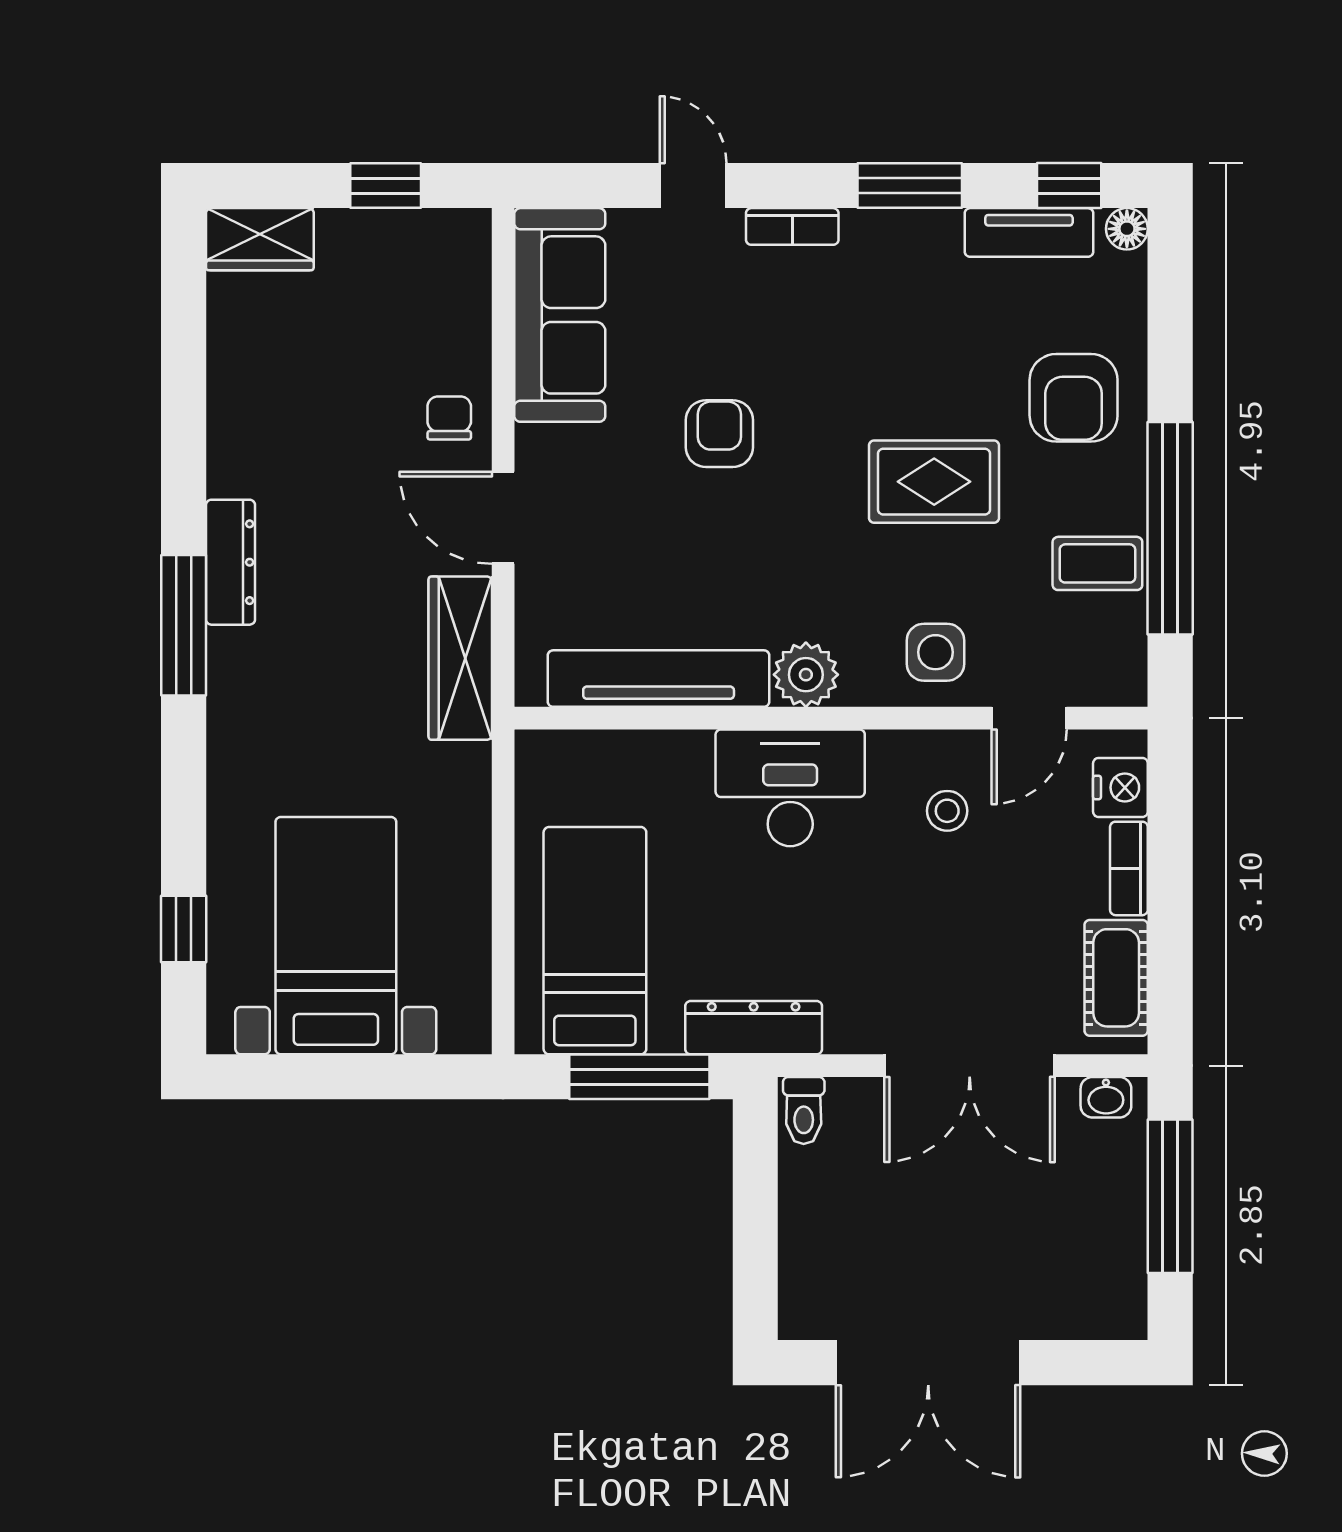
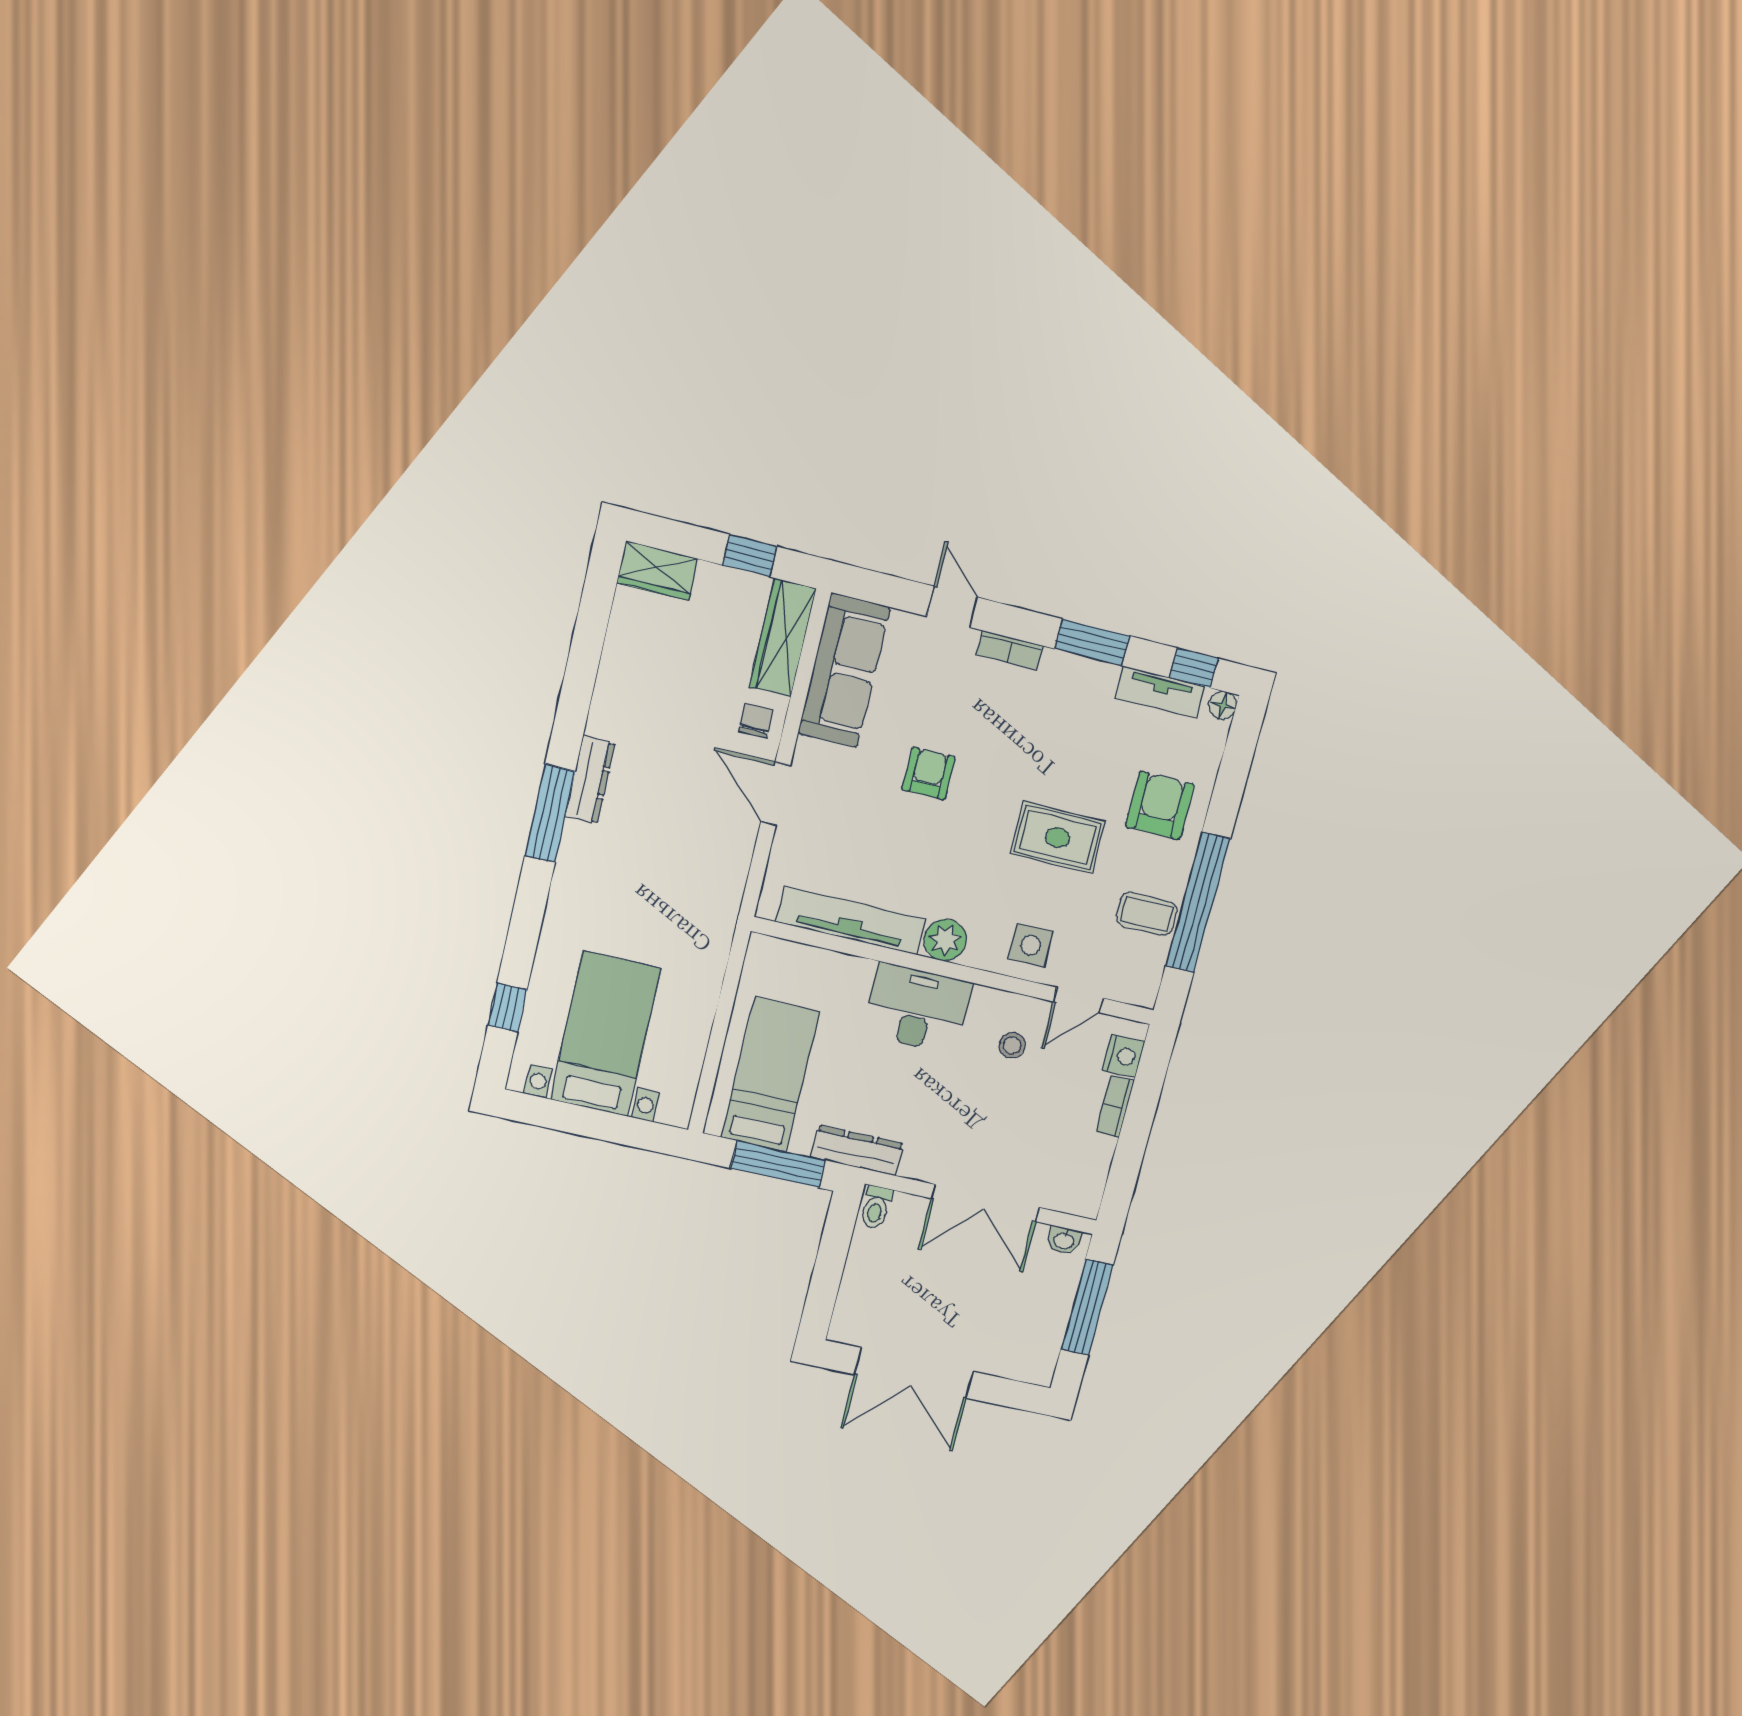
armchair: (1074, 398) -> (1160, 806), turned 180
wardrobe: (460, 658) -> (783, 638), moved
cot: (1116, 978) -> (1089, 1171), removed

